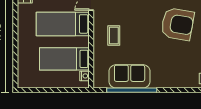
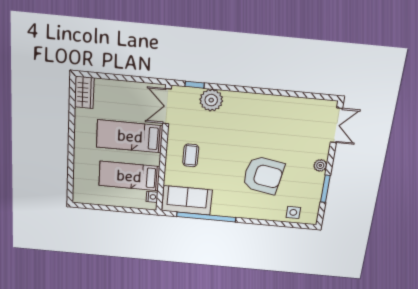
armchair: (177, 24) -> (263, 175), moved
sofa: (130, 76) -> (187, 200), moved

